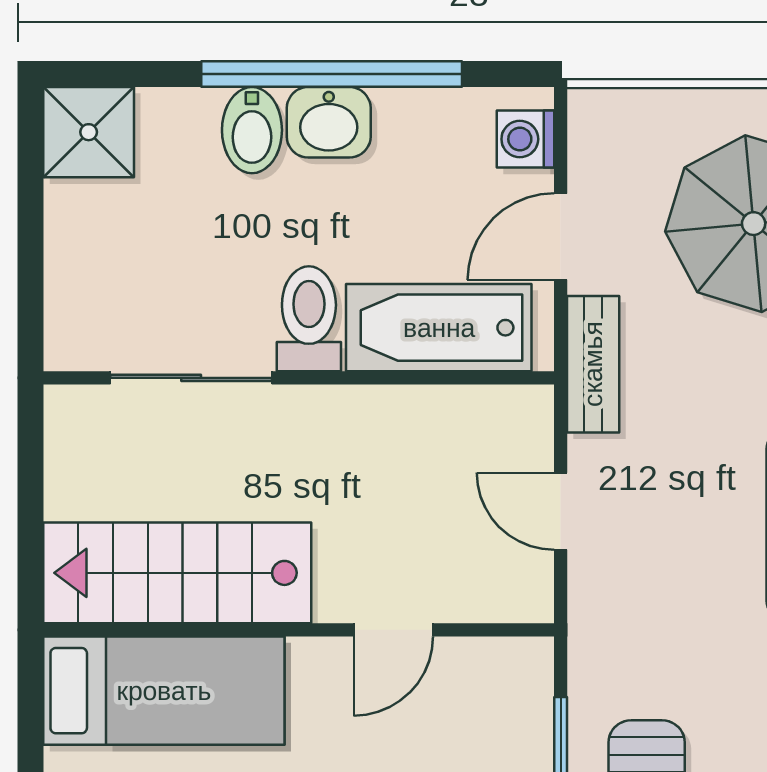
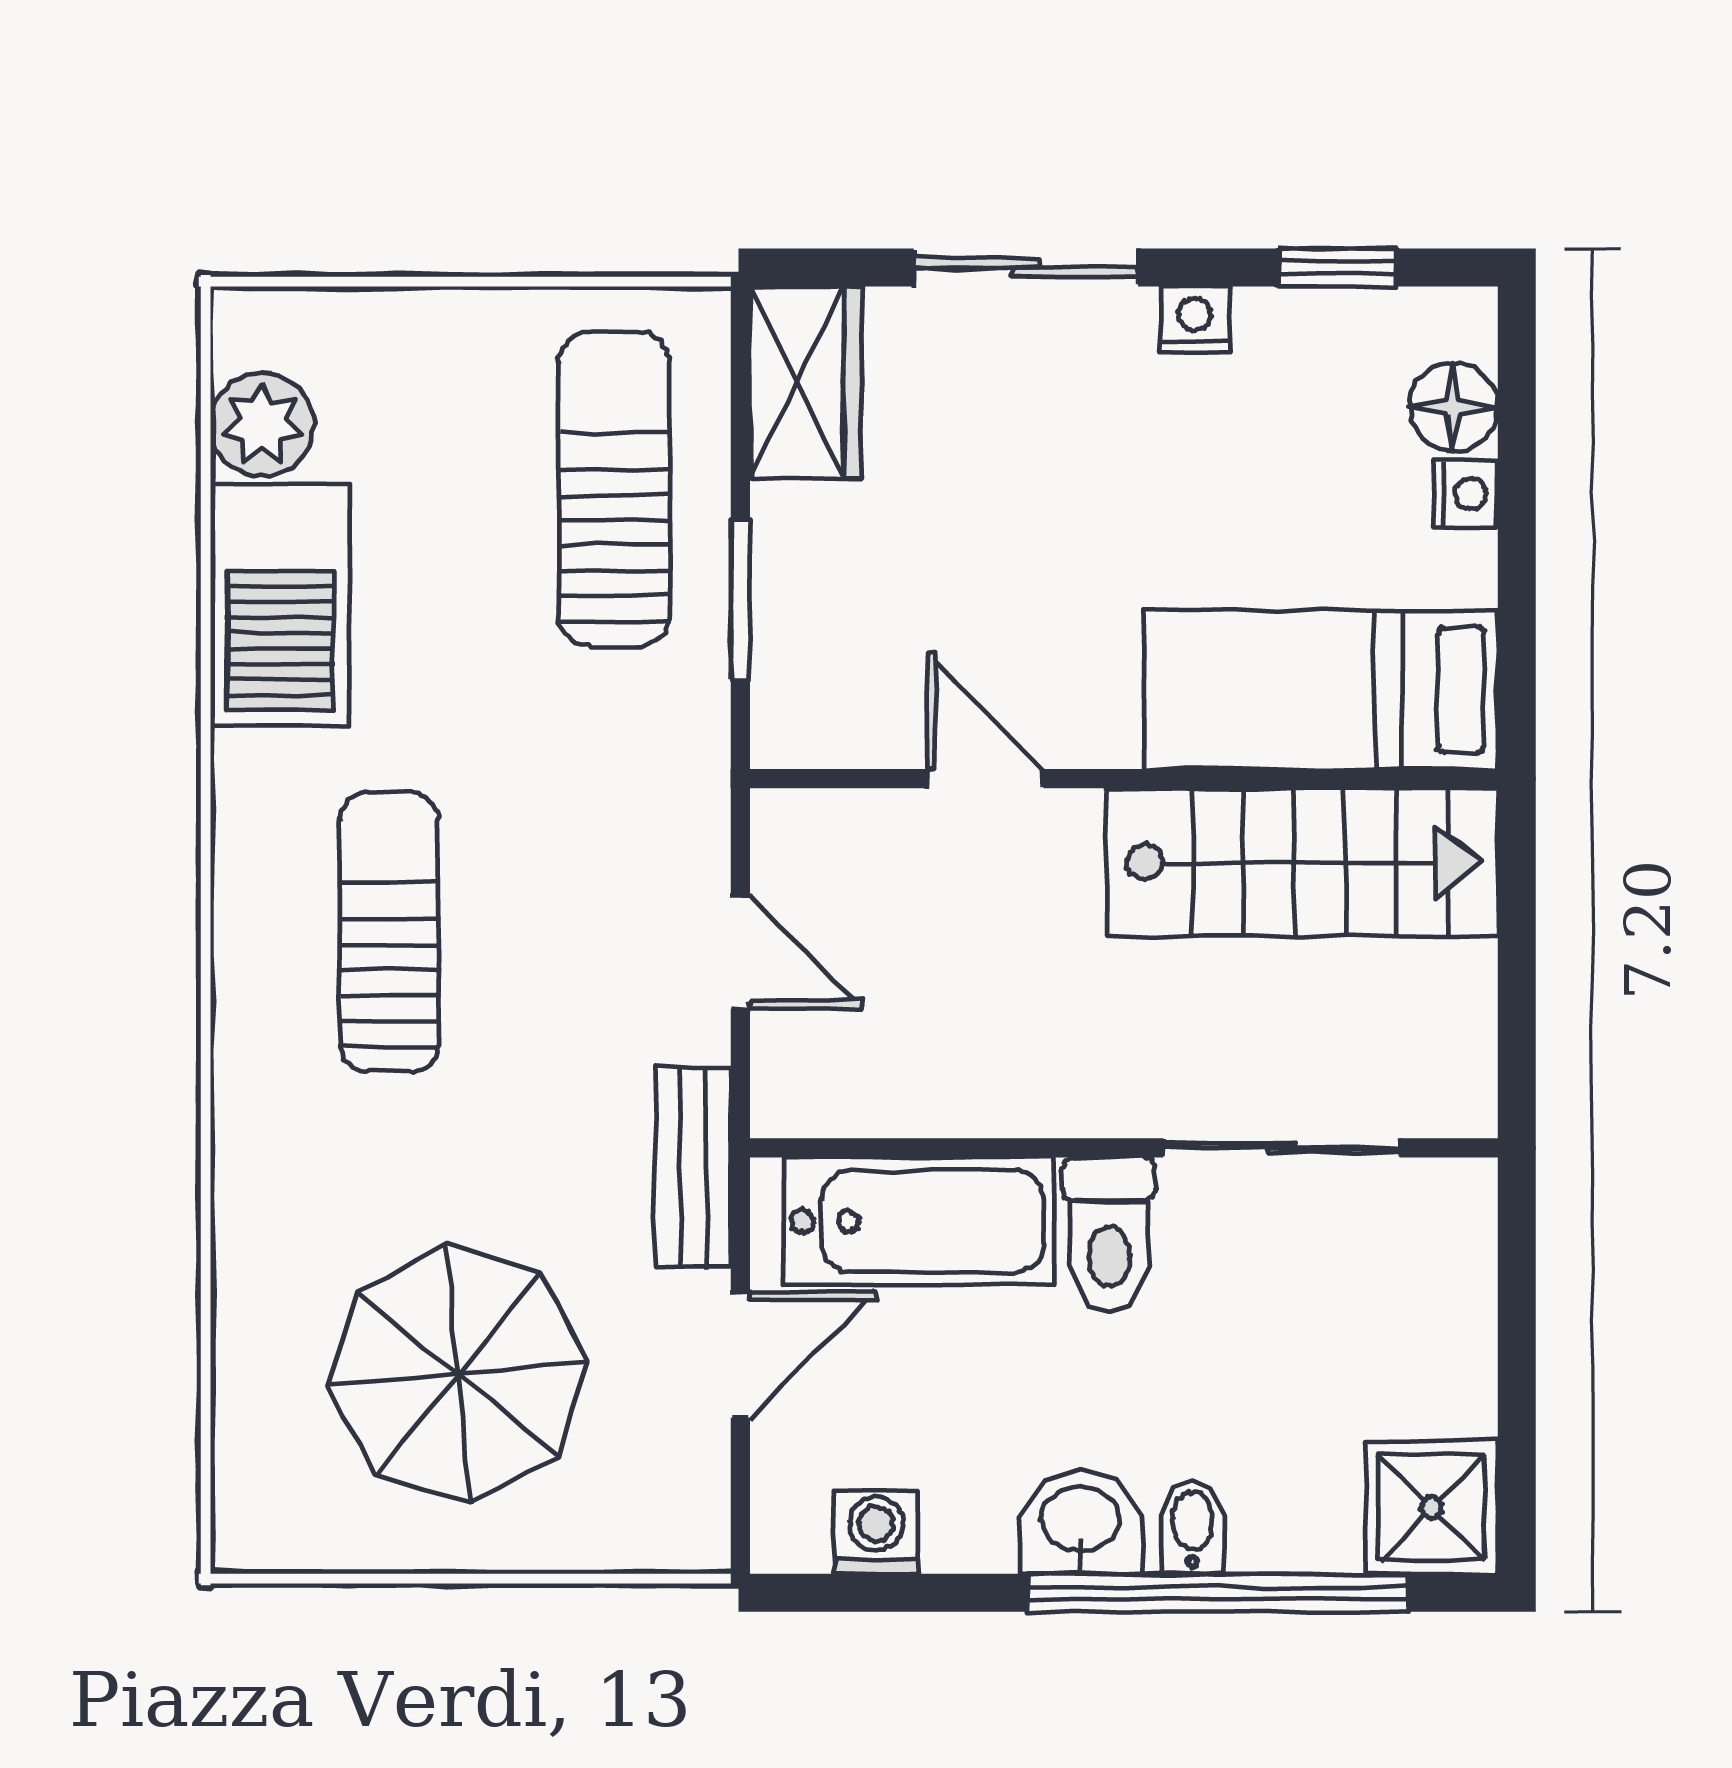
window: (332, 74) -> (1218, 1593), moved
bidet: (252, 130) -> (1192, 1527), width x0.72, depth x0.74
washing machine: (526, 139) -> (876, 1532), moved, turned -90
door: (393, 630) -> (985, 779), hinge flipped

